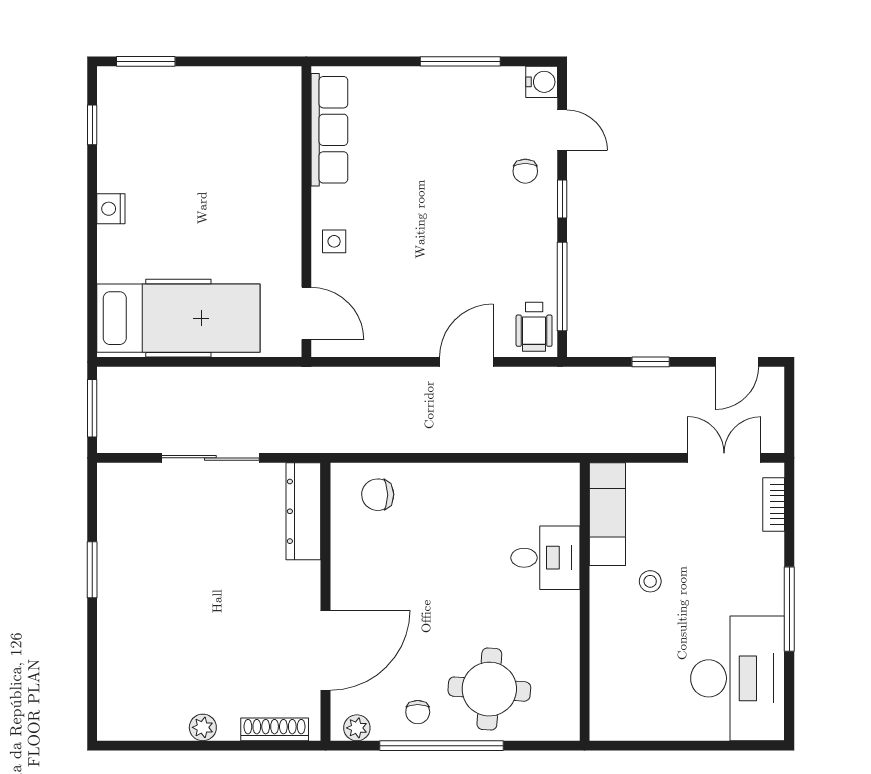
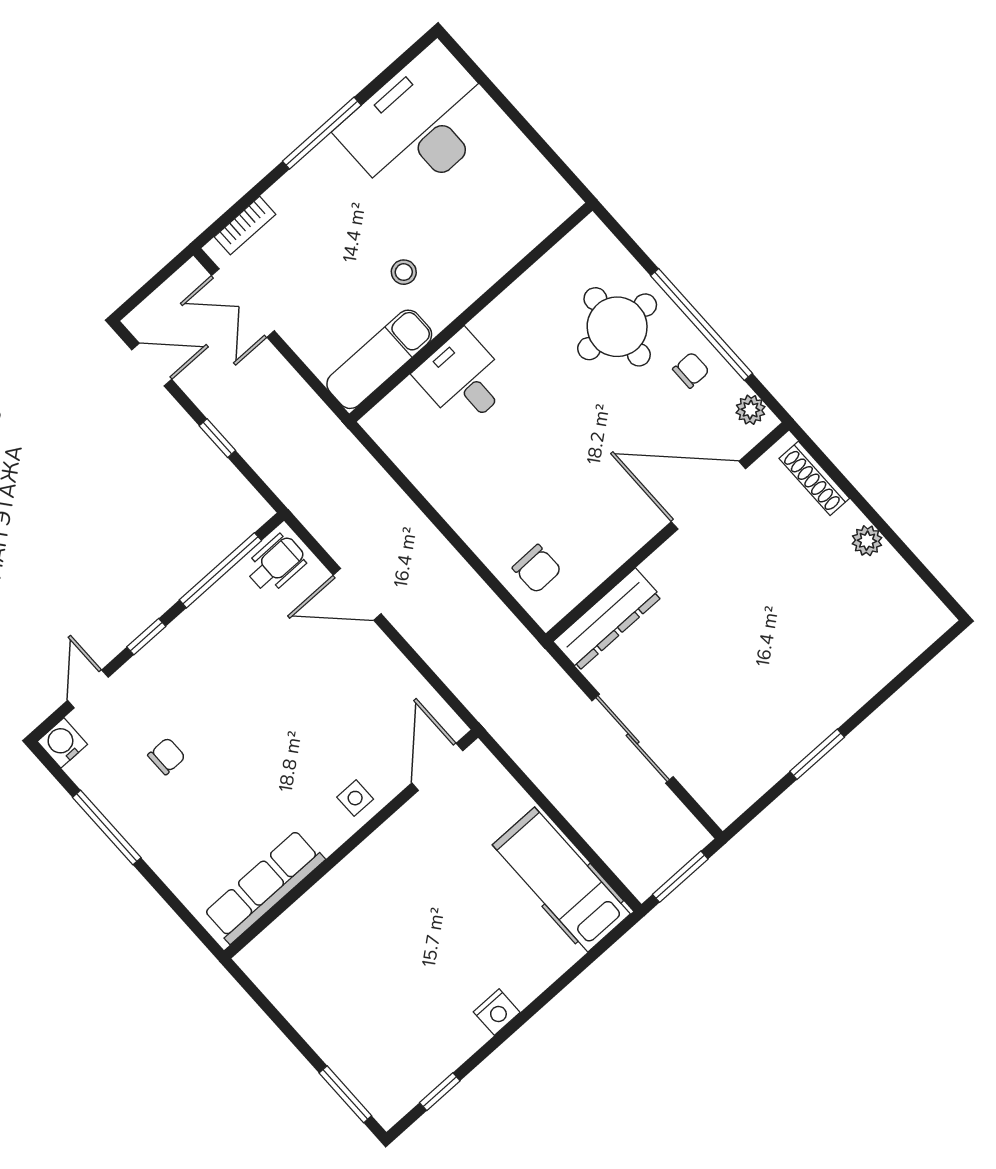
chair: (525, 171) -> (167, 756), moved
hospital bed: (178, 318) -> (561, 879), width x0.73, depth x0.78

